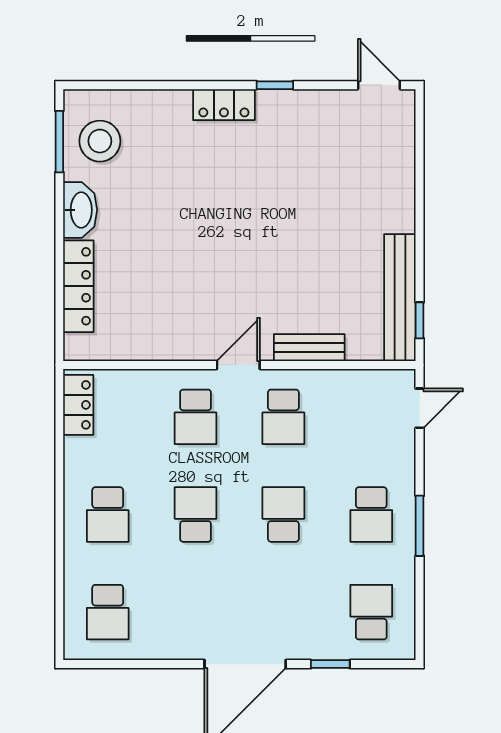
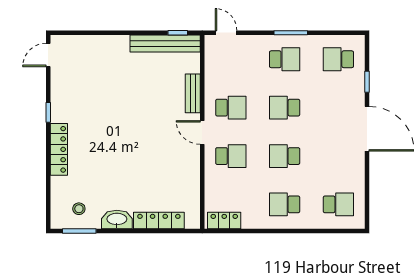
locker: (224, 105) -> (59, 149), width x1.53
stool: (100, 141) -> (79, 209), width x0.53, depth x0.53
school desk: (108, 514) -> (285, 204), turned 180

